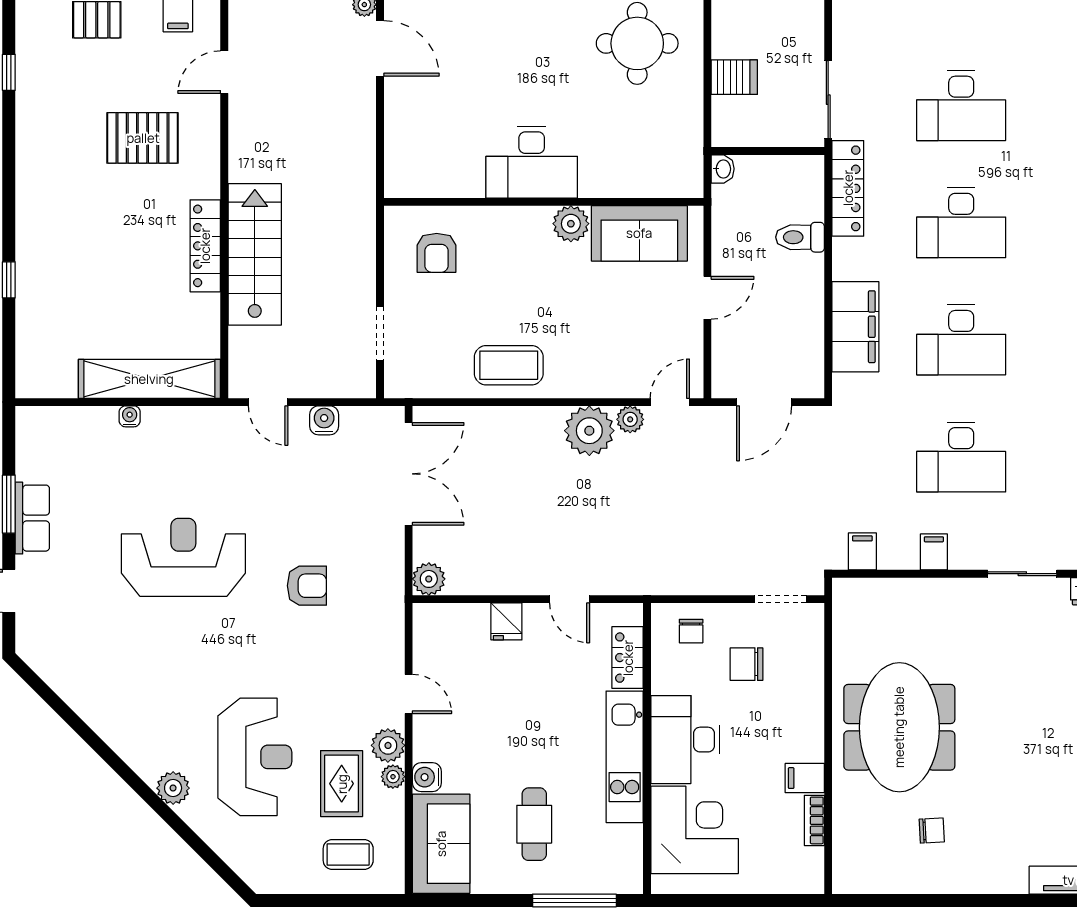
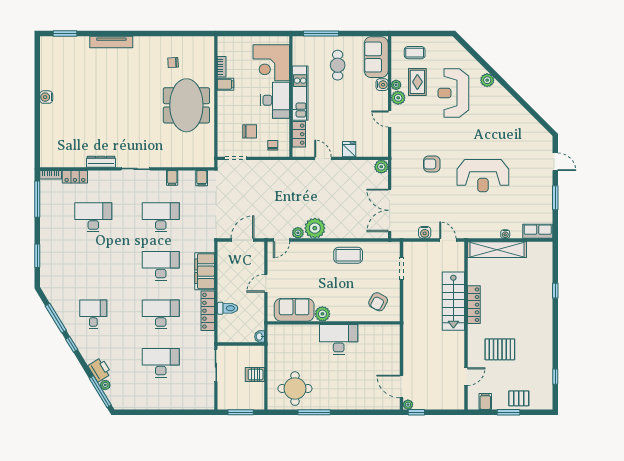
locker: (848, 188) -> (208, 311), moved
armchair: (437, 253) -> (378, 302), turned -151
row of seats: (32, 518) -> (538, 231), moved, turned 90

